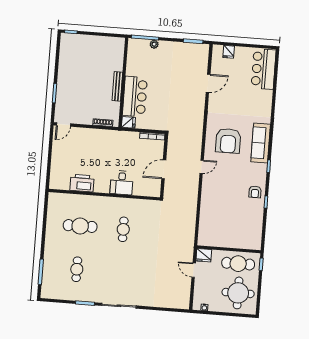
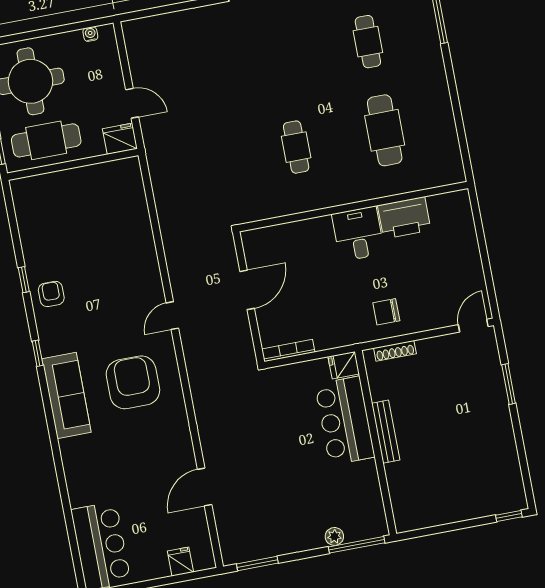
chair: (102, 142) -> (386, 312), added
desk: (122, 183) -> (358, 234), moved
cafe table: (80, 226) -> (385, 130), turned 90

